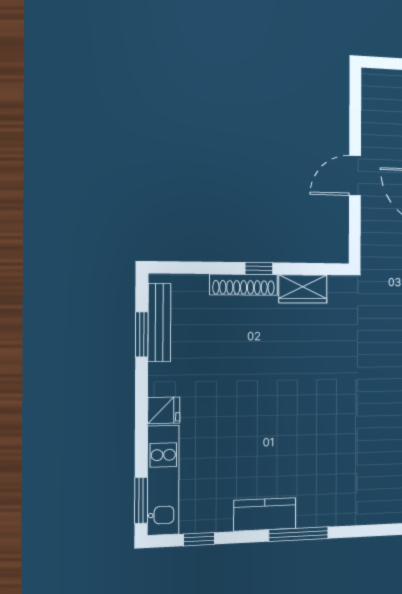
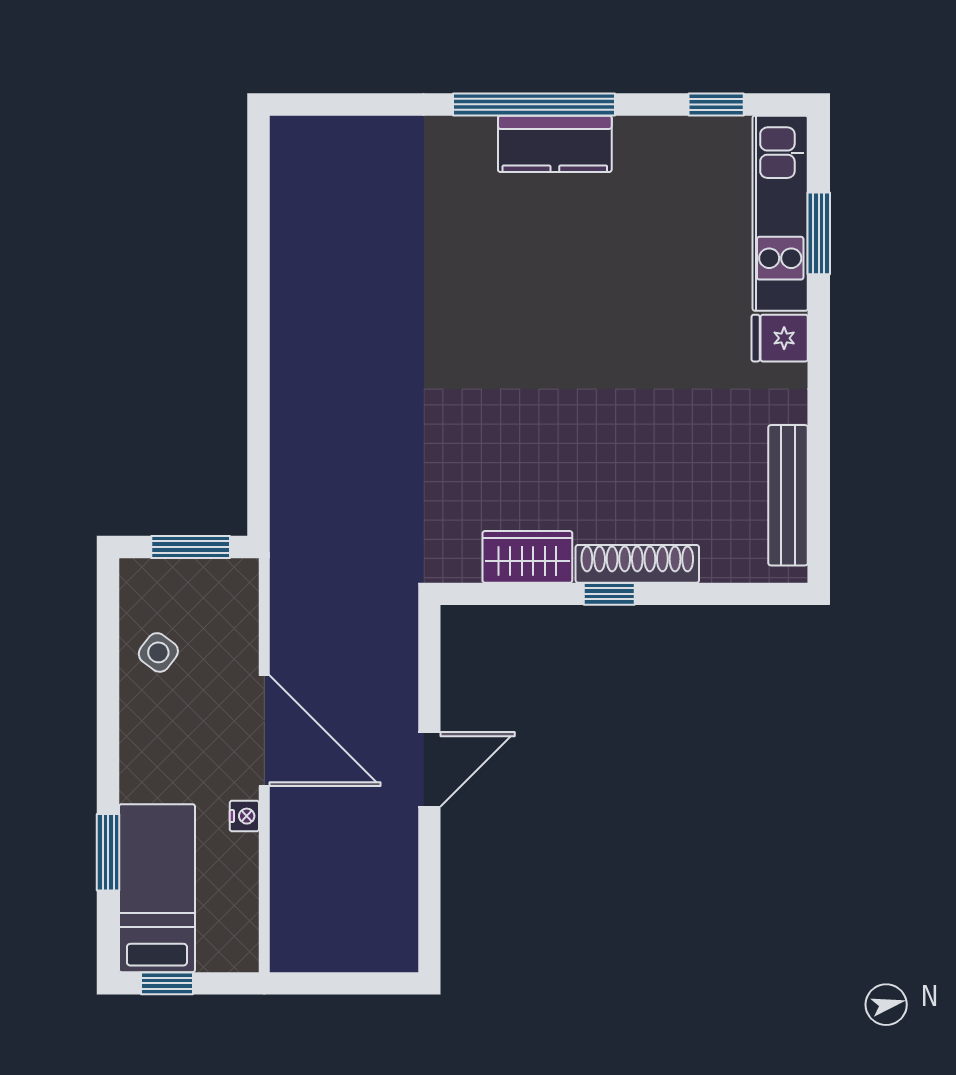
window: (142, 334) -> (819, 474), removed
window: (141, 500) -> (819, 233), moved
kitchen counter: (265, 514) -> (555, 144), moved
window: (299, 534) -> (534, 104), width x1.46

